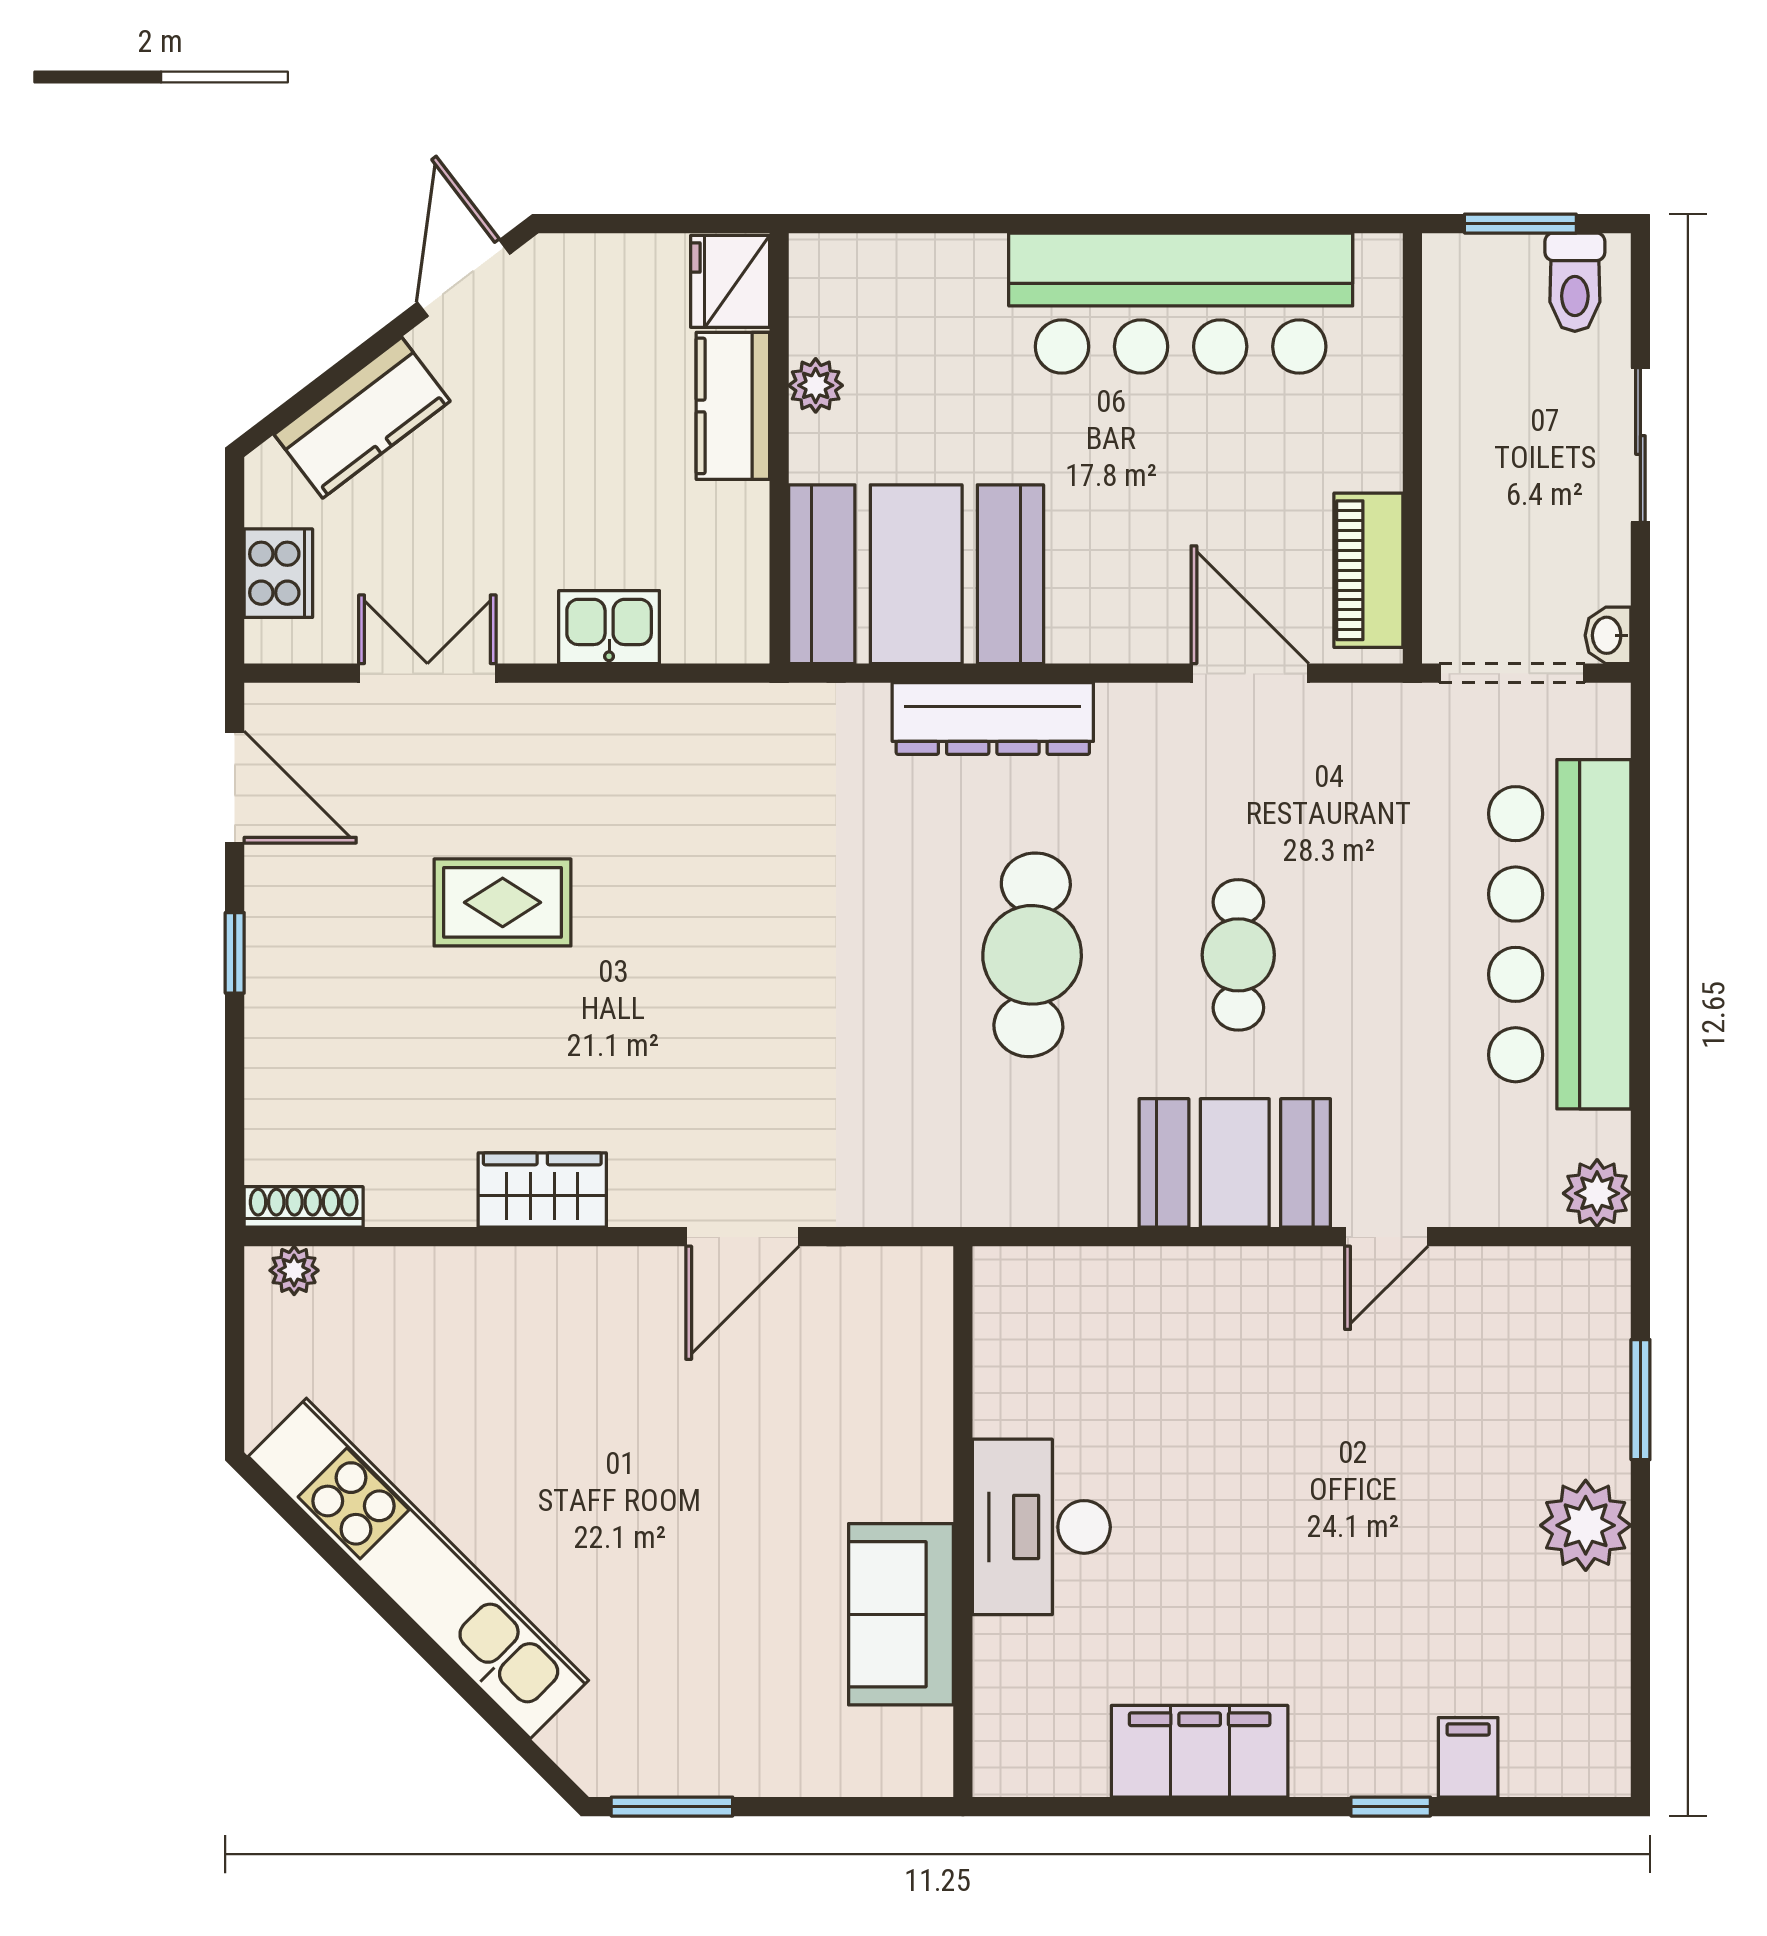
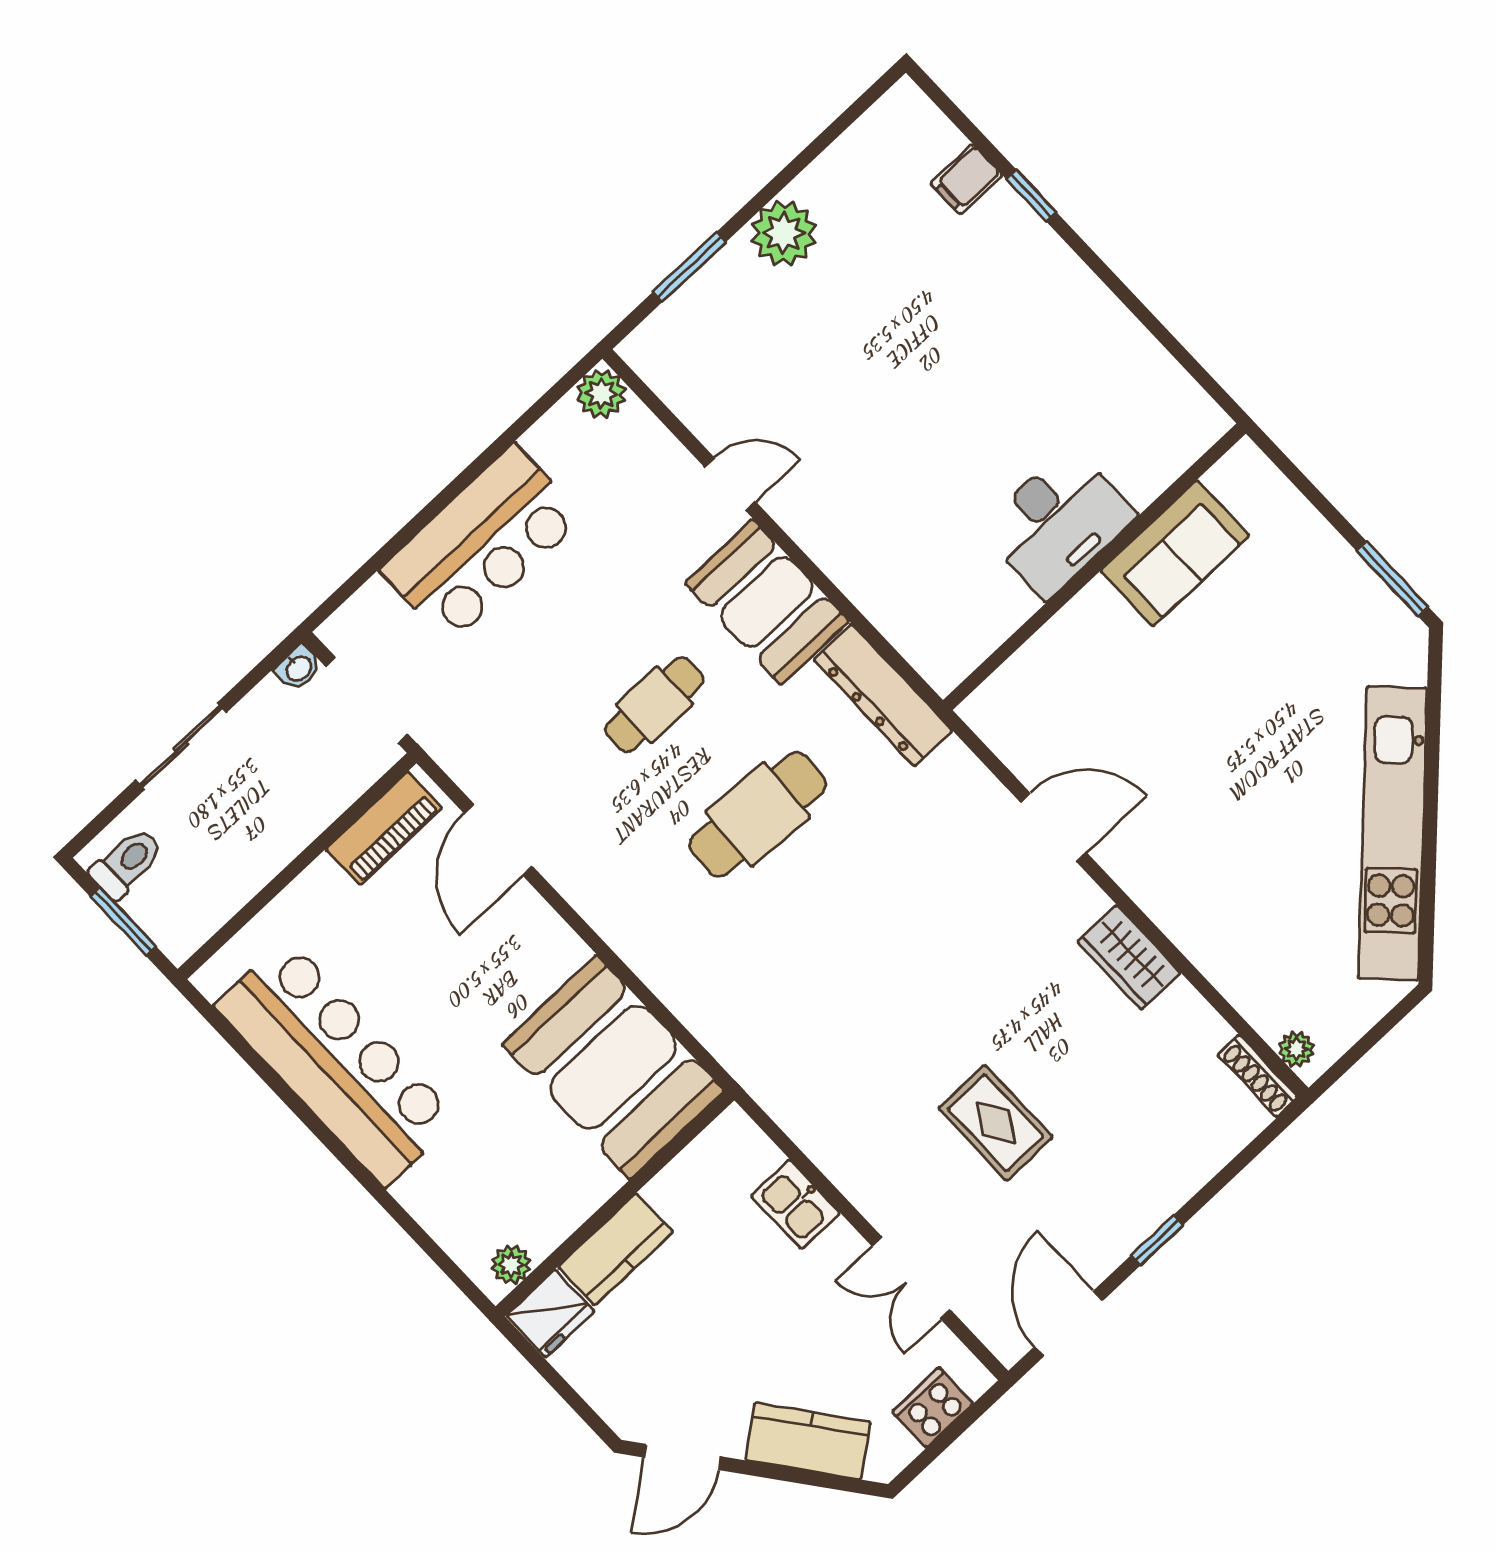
plant: (816, 385) -> (511, 1265), moved
dresser: (993, 718) -> (883, 695), moved, turned 180
bar counter: (1560, 934) -> (482, 544), width x0.73
filing cabinet: (1200, 1751) -> (1098, 325), removed

